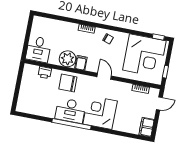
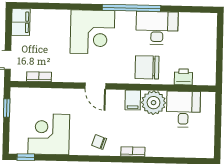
desk: (38, 49) -> (183, 109), moved
corner desk: (144, 55) -> (49, 134), width x0.74, depth x0.74
chair: (68, 83) -> (147, 67), turned 180
desk: (70, 111) -> (157, 28), moved

